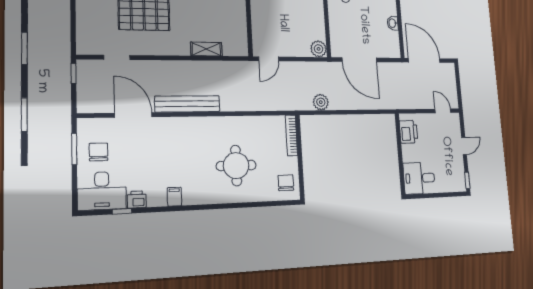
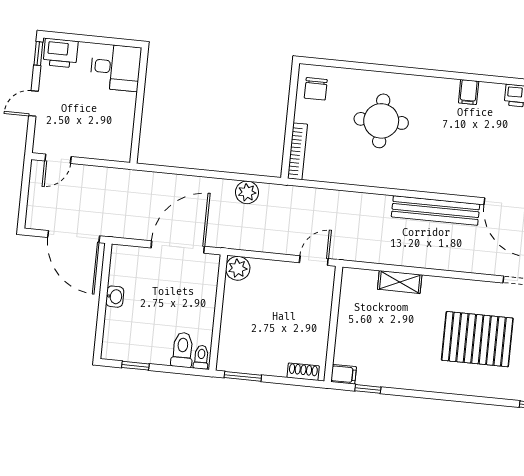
door: (359, 60) -> (178, 247), hinge flipped
door: (443, 111) -> (58, 159), hinge flipped
printer: (409, 132) -> (61, 53), moved, turned -90

